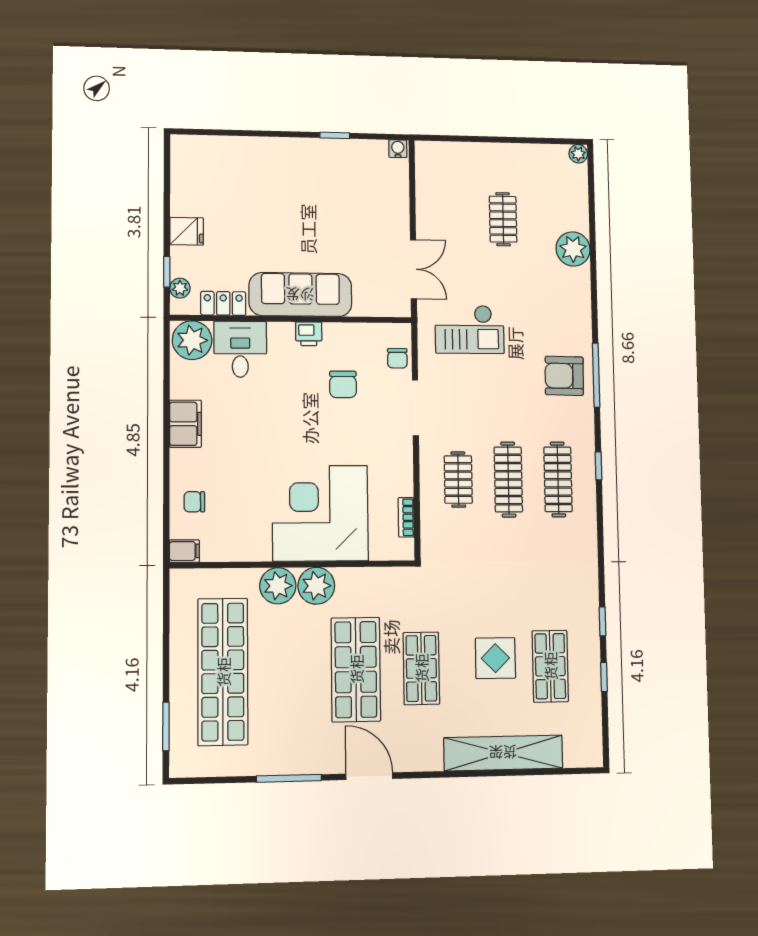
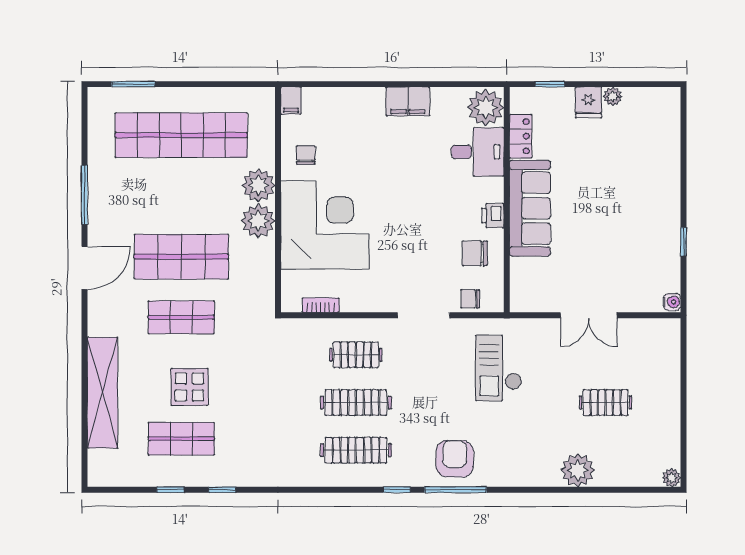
double door: (413, 269) -> (589, 315), moved
plant: (180, 288) -> (613, 96), moved
chair: (343, 384) -> (475, 253), moved
window: (599, 466) -> (397, 490), moved
chair: (194, 502) -> (306, 155), moved

